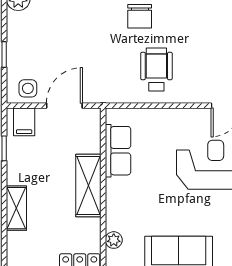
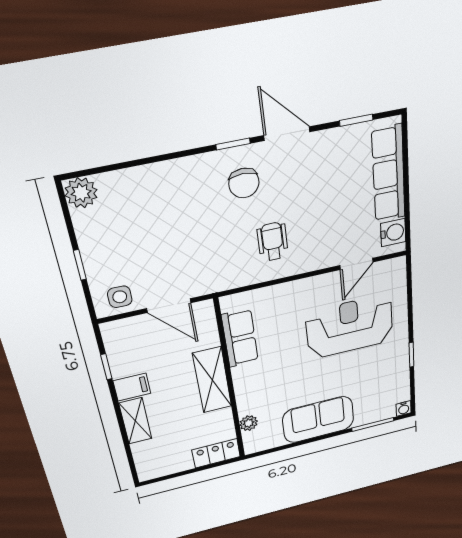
wheelchair: (156, 69) -> (273, 242), width x0.73, depth x0.73
door: (64, 106) -> (169, 306), swing flipped
filing cabinet: (24, 122) -> (132, 387), moved, turned -90

